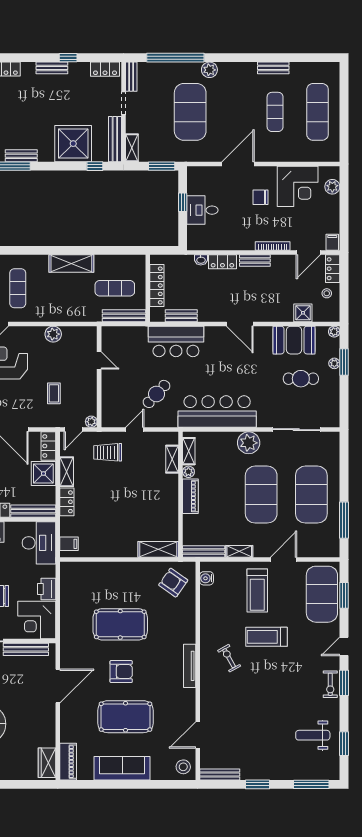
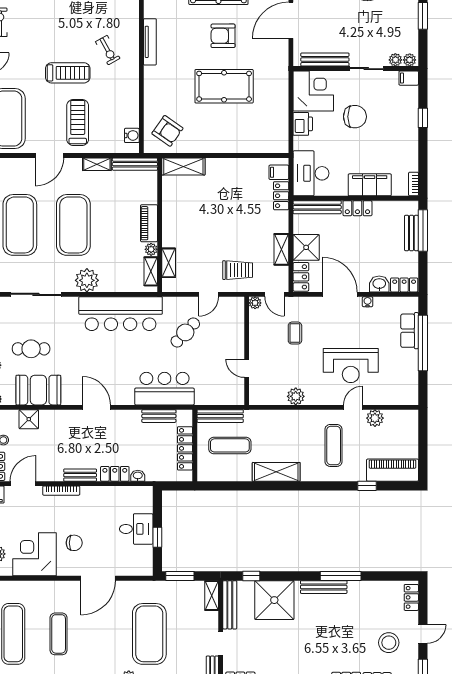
bench: (21, 156) -> (324, 587), width x1.36
door: (73, 430) -> (274, 294), swing flipped
locker: (67, 502) -> (281, 196), moved

